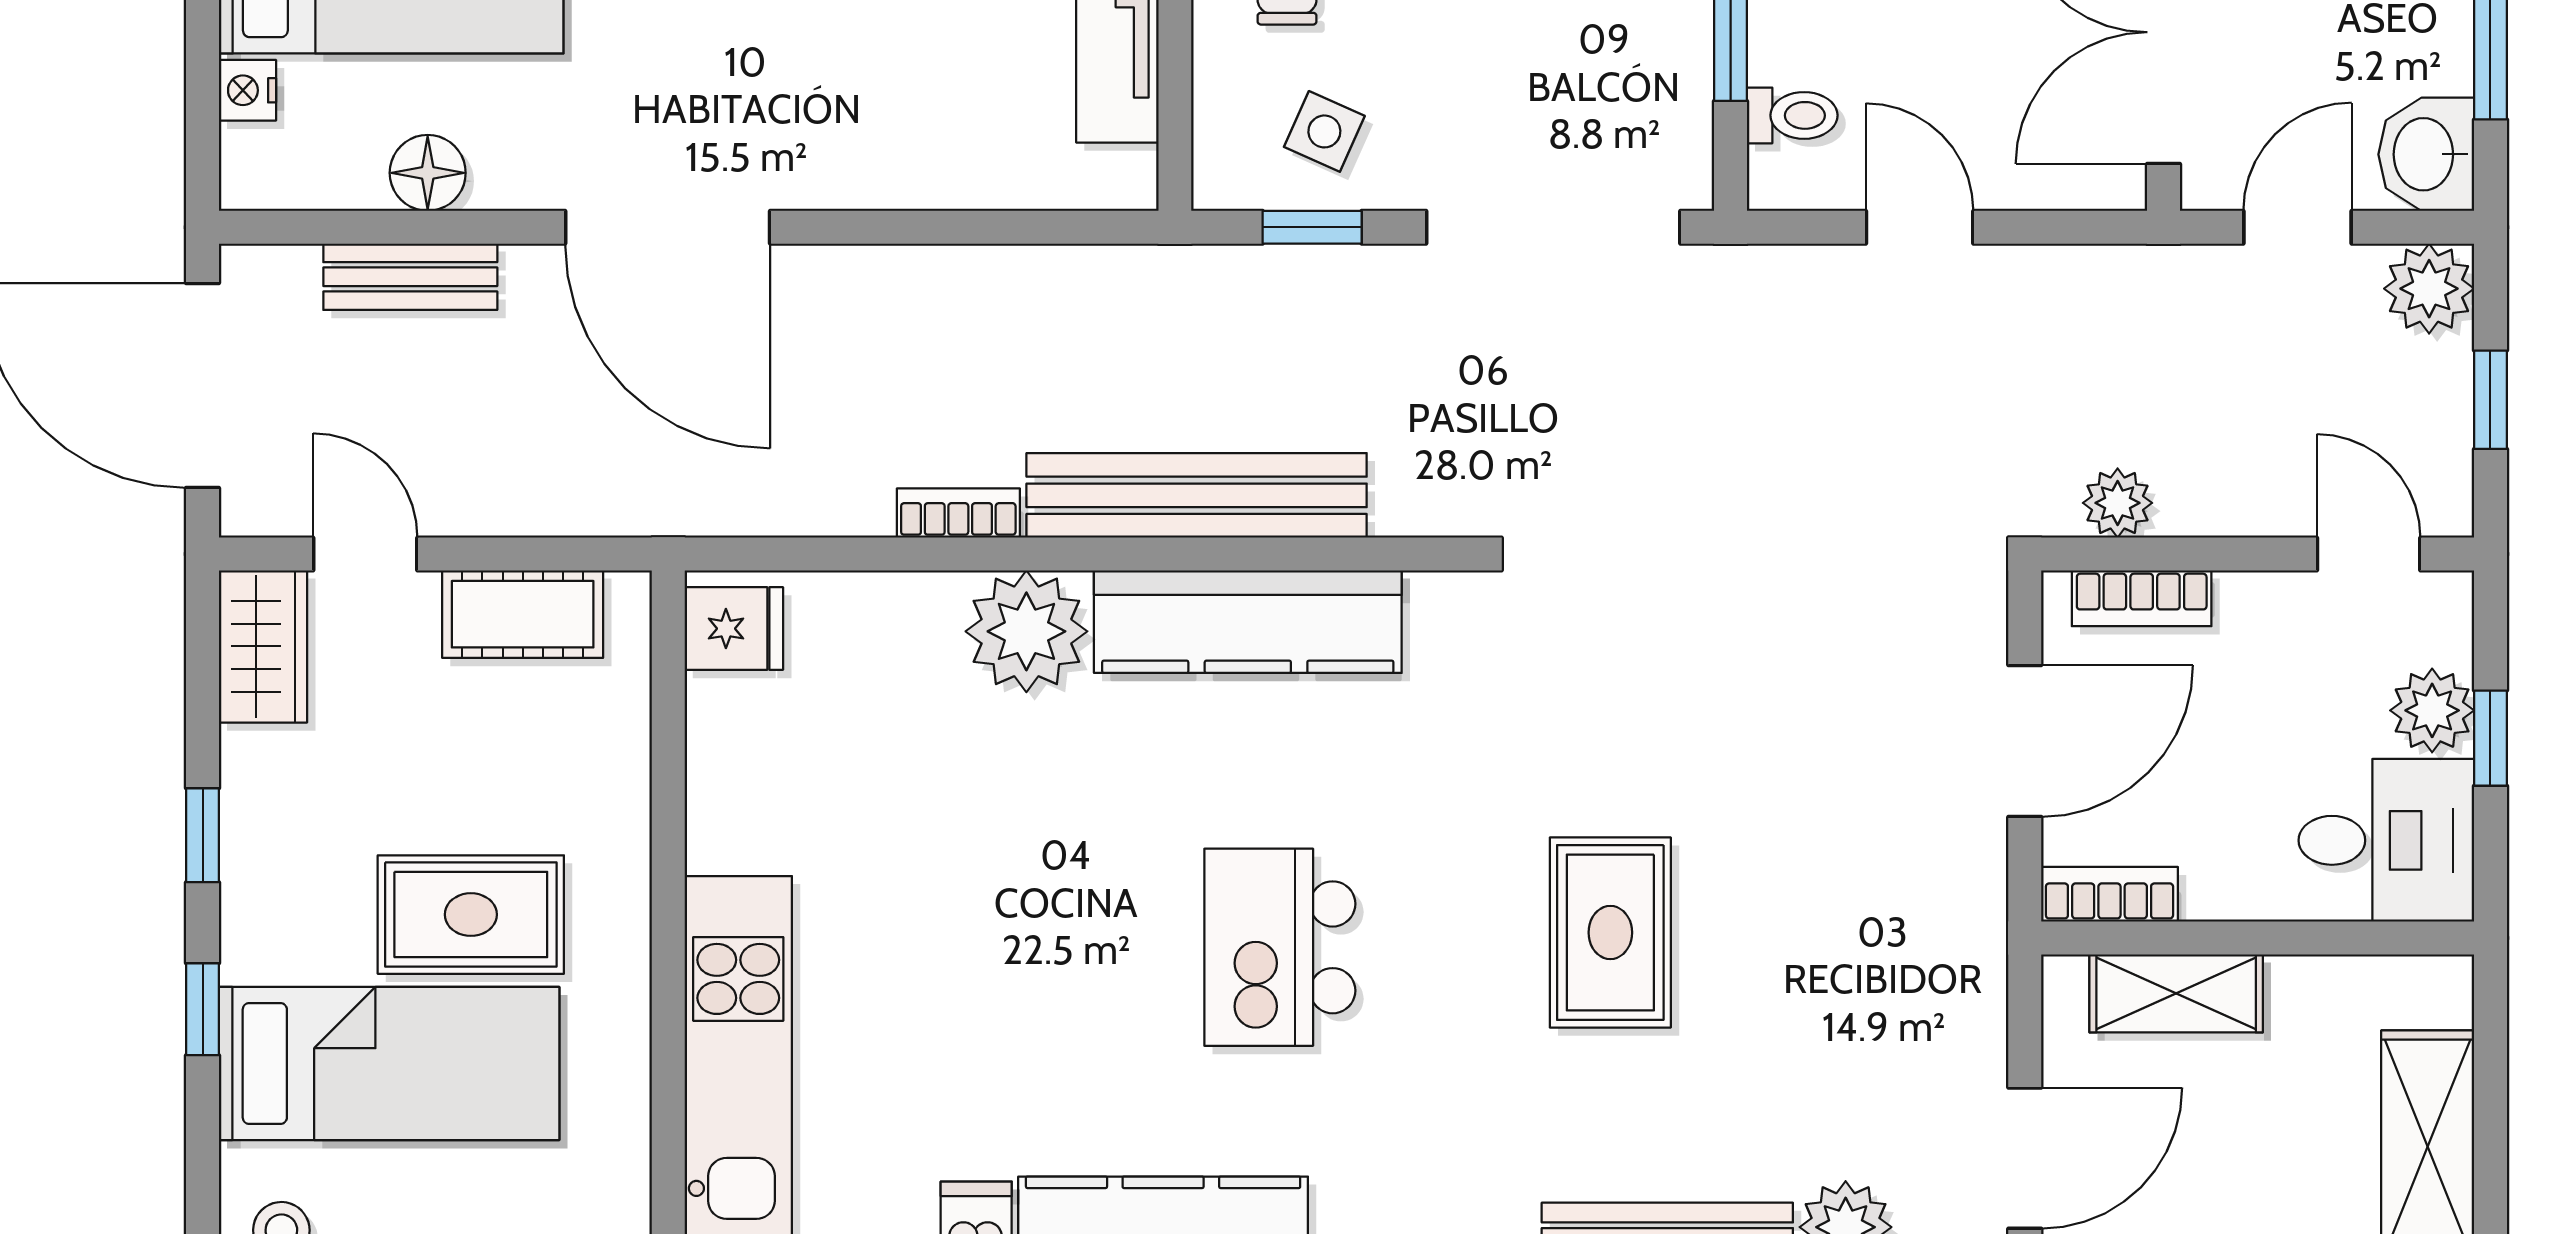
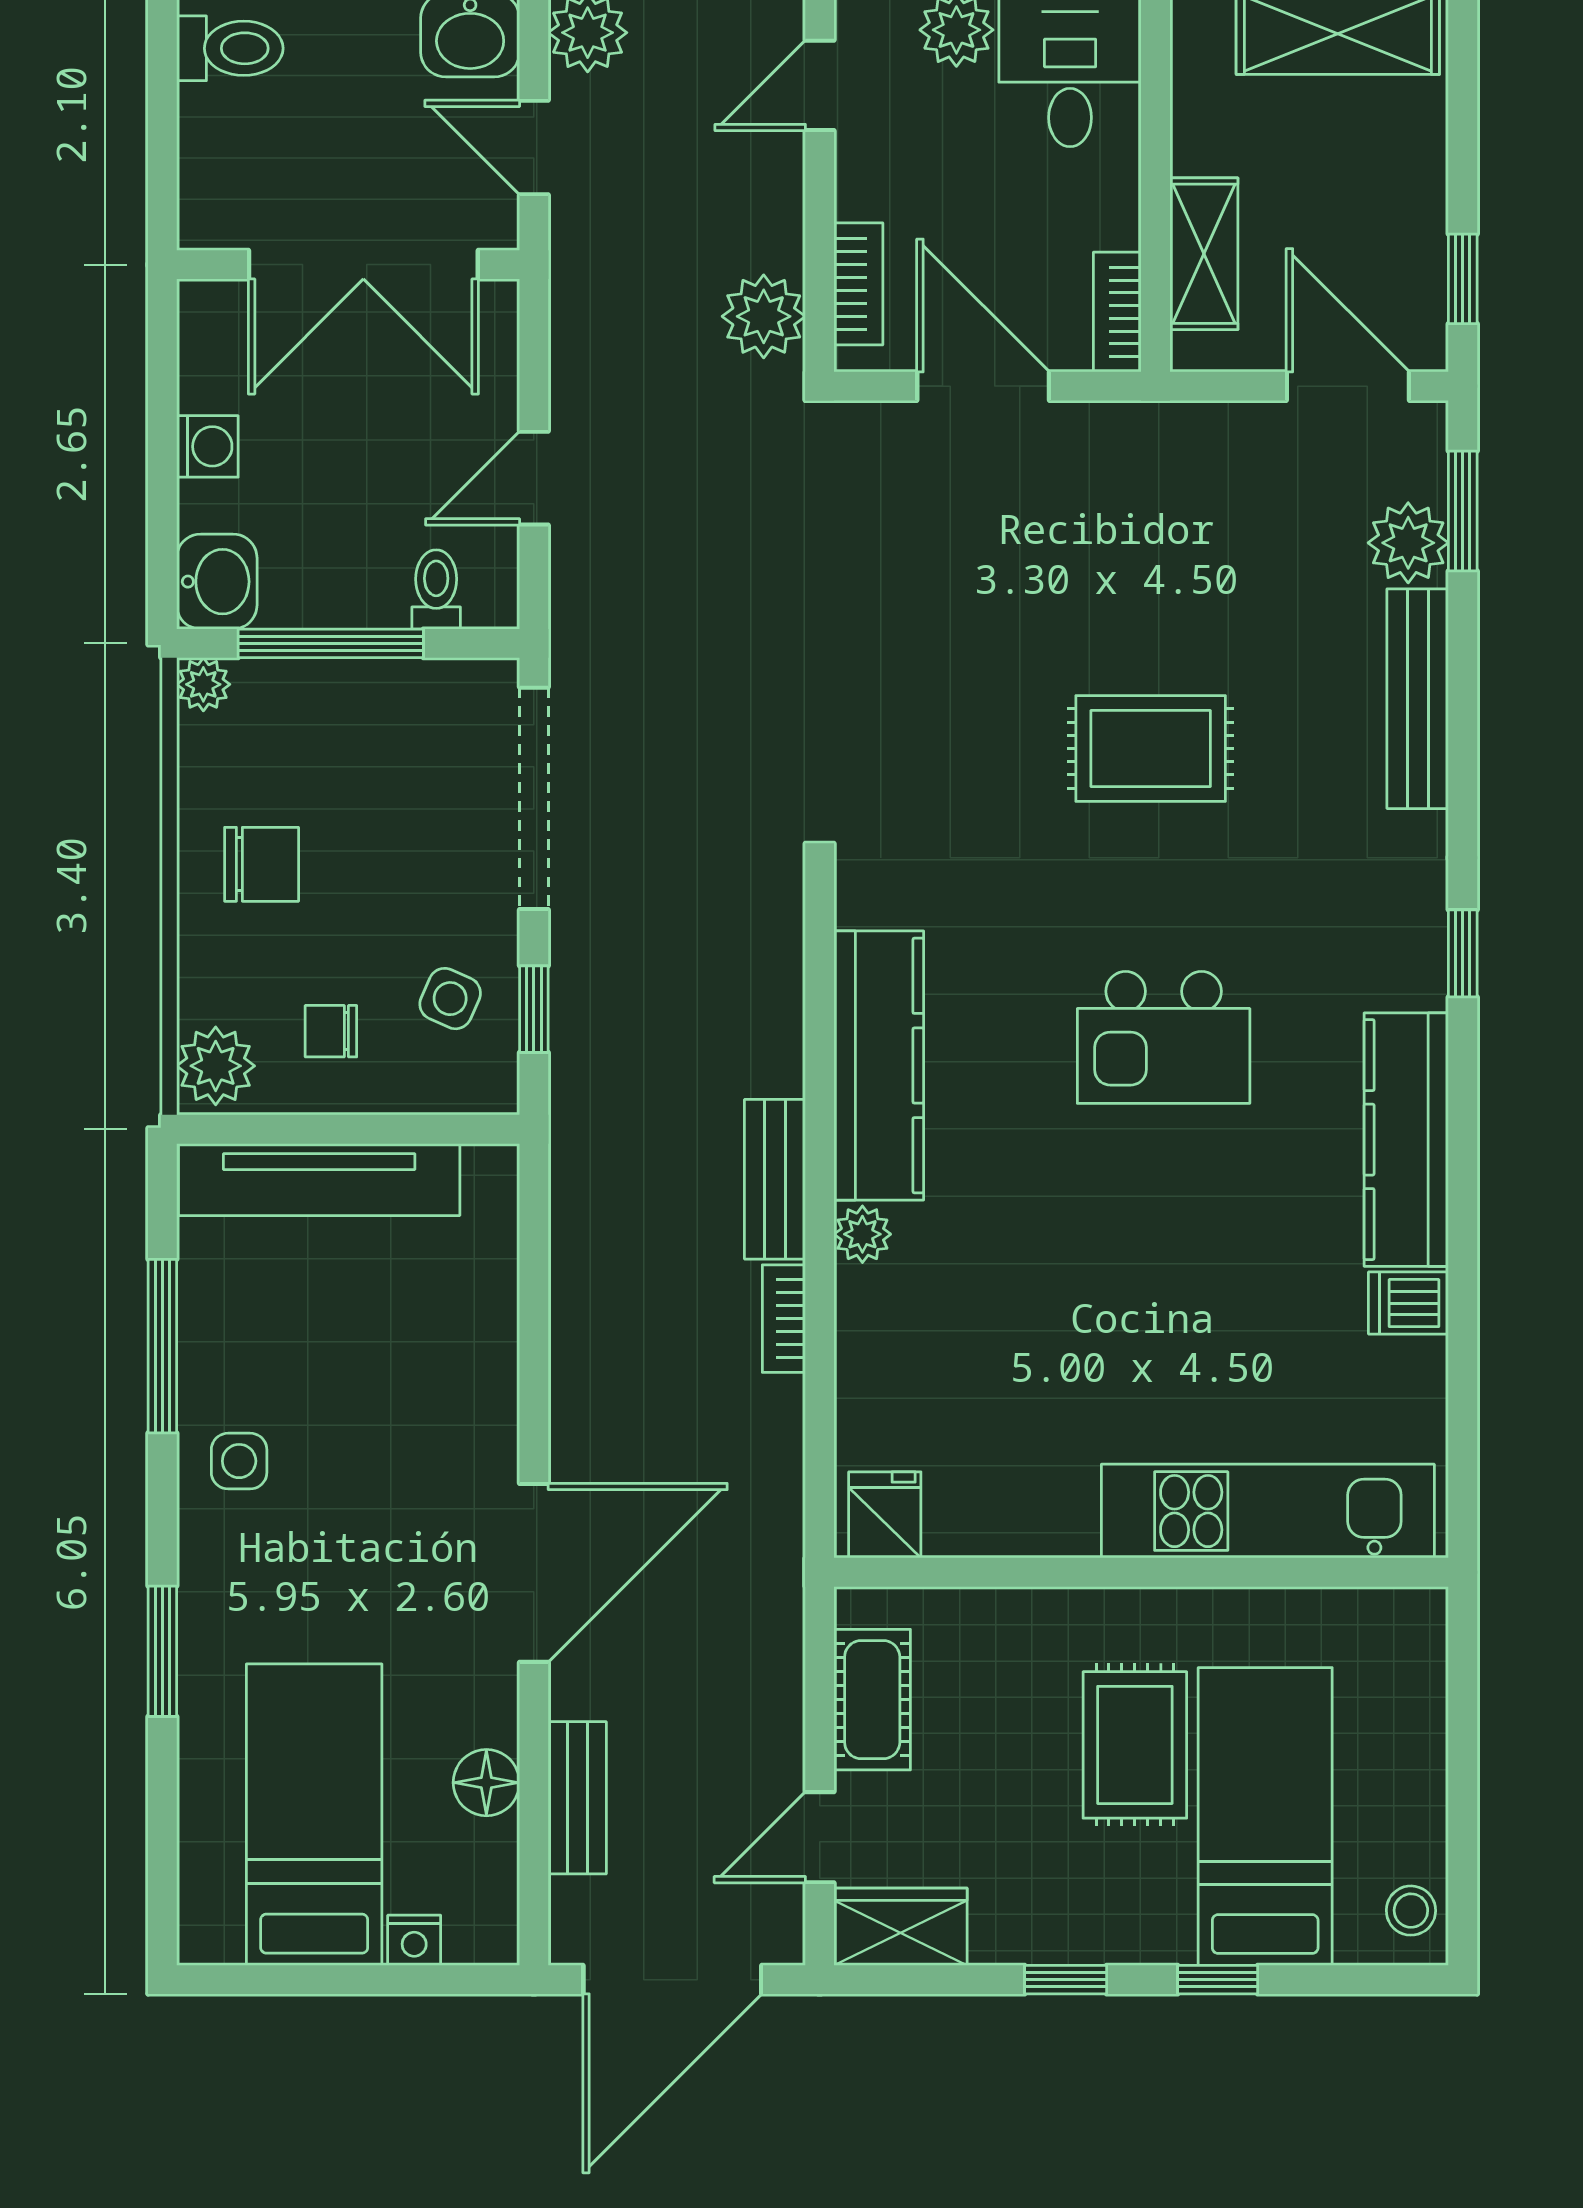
bench: (1197, 495) -> (775, 1179), width x0.54, depth x0.82
plant: (2118, 503) -> (764, 316), width x1.38, depth x1.38
plant: (1026, 631) -> (862, 1234), width x0.53, depth x0.53

